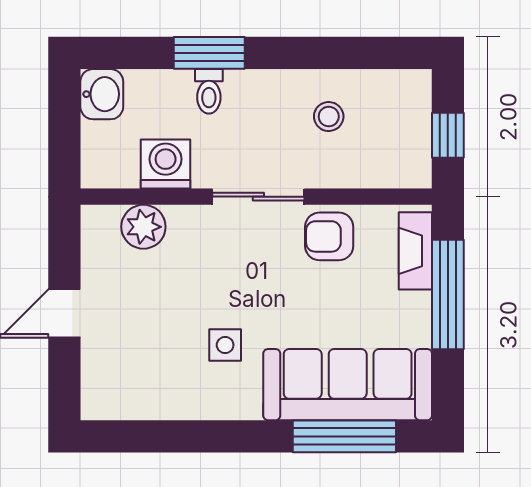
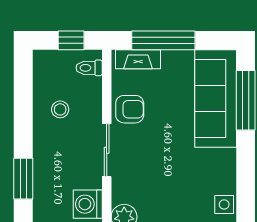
toilet: (209, 91) -> (89, 68), moved, turned 180
armchair: (329, 236) -> (130, 109), turned -90
side table: (225, 345) -> (224, 204), moved

